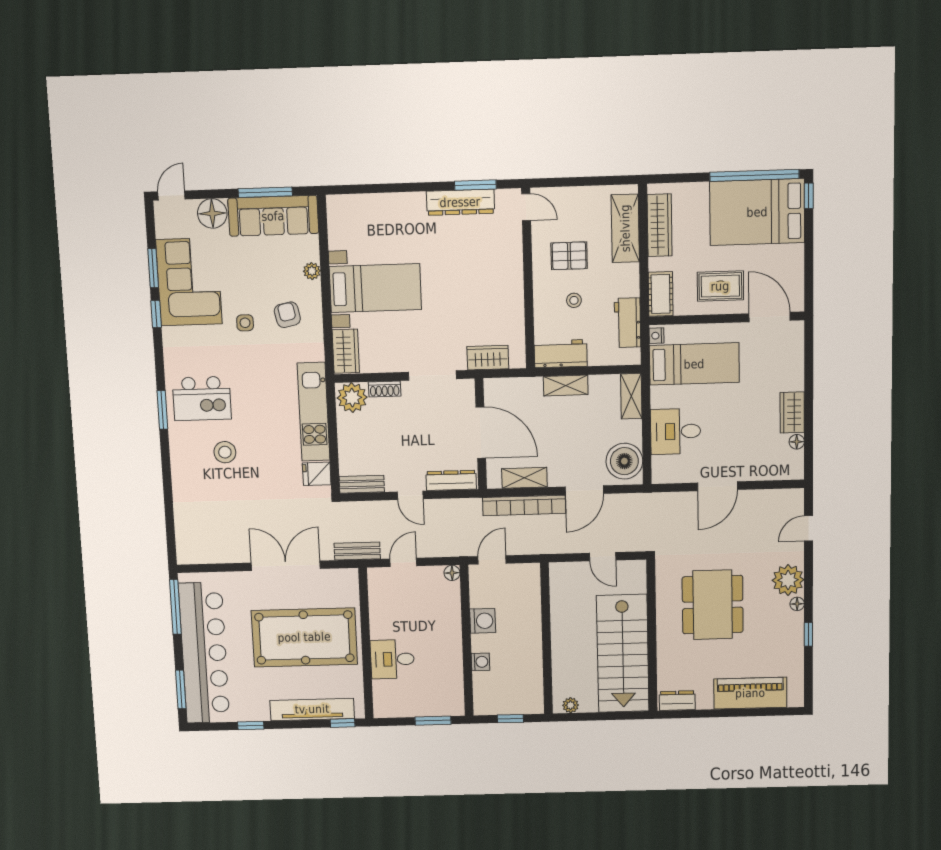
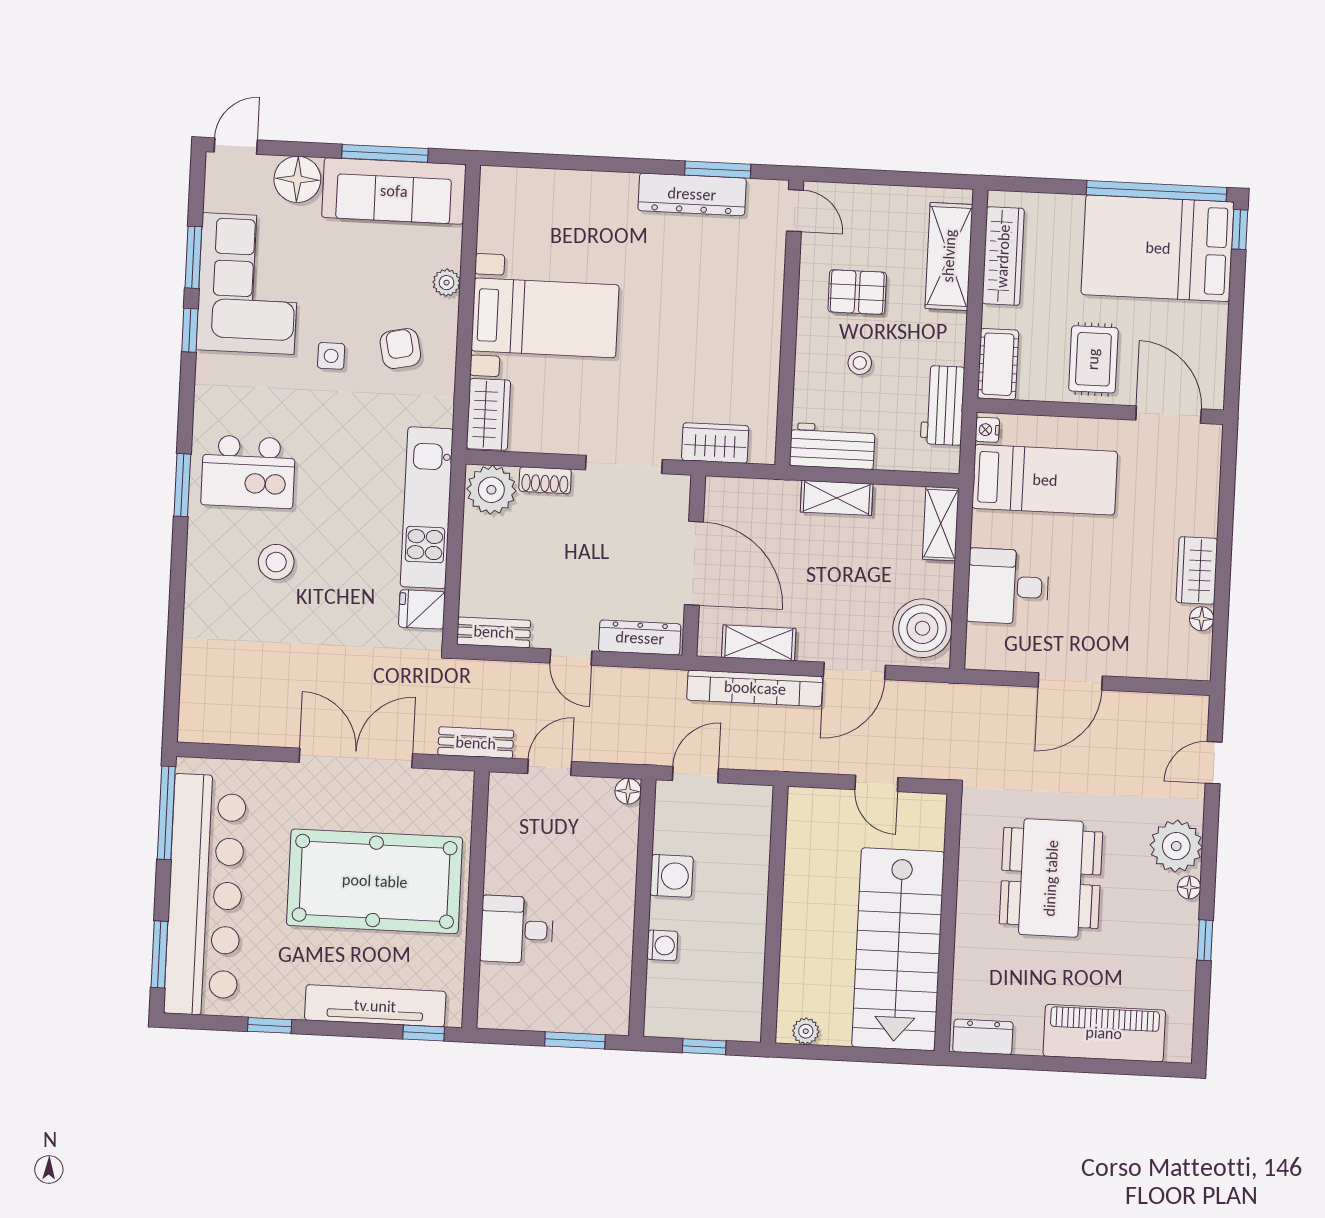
rug: (720, 286) -> (1093, 359), turned 90

